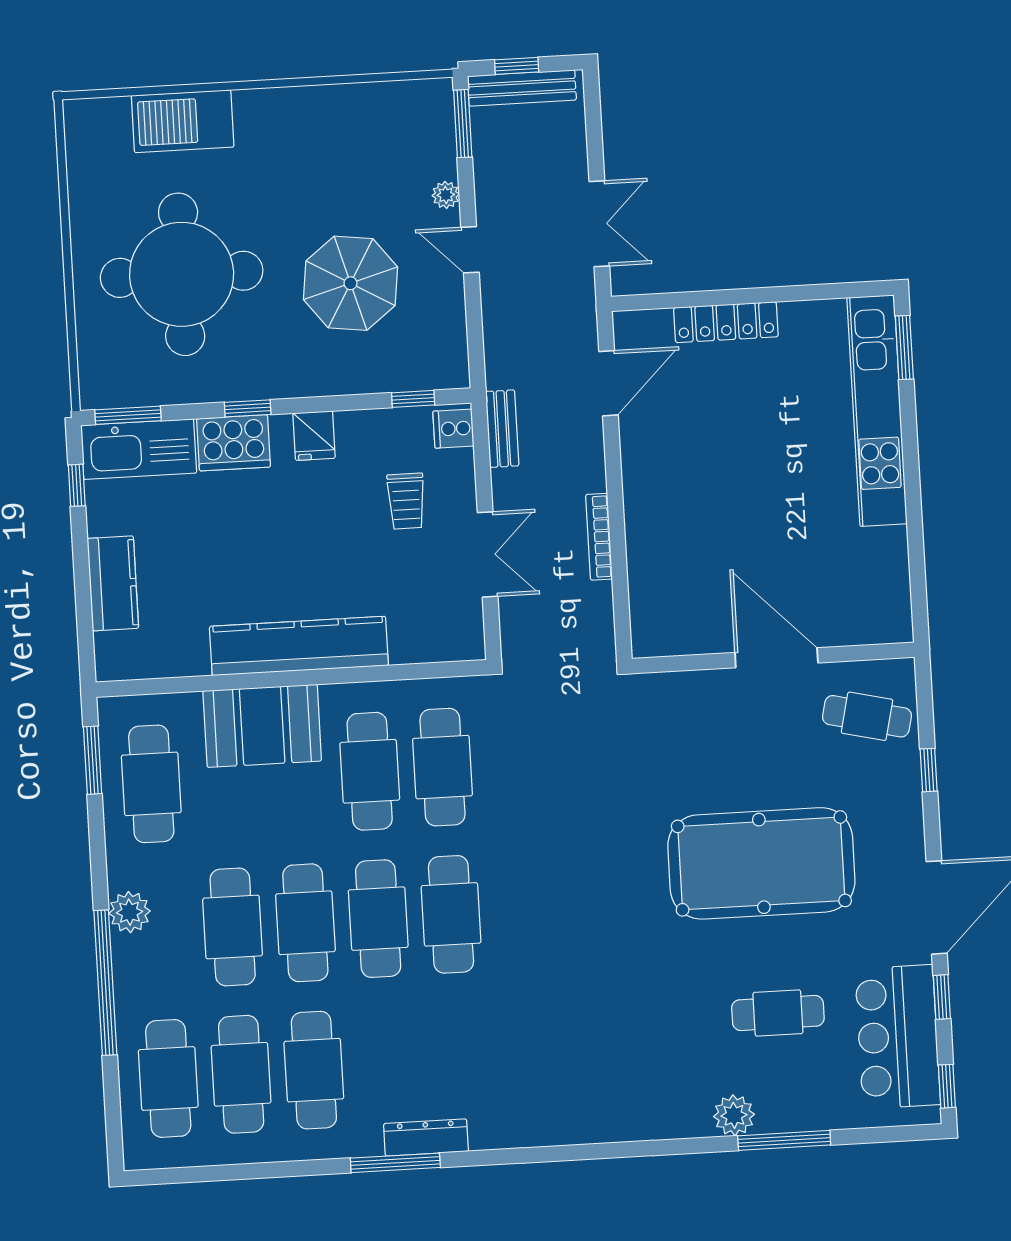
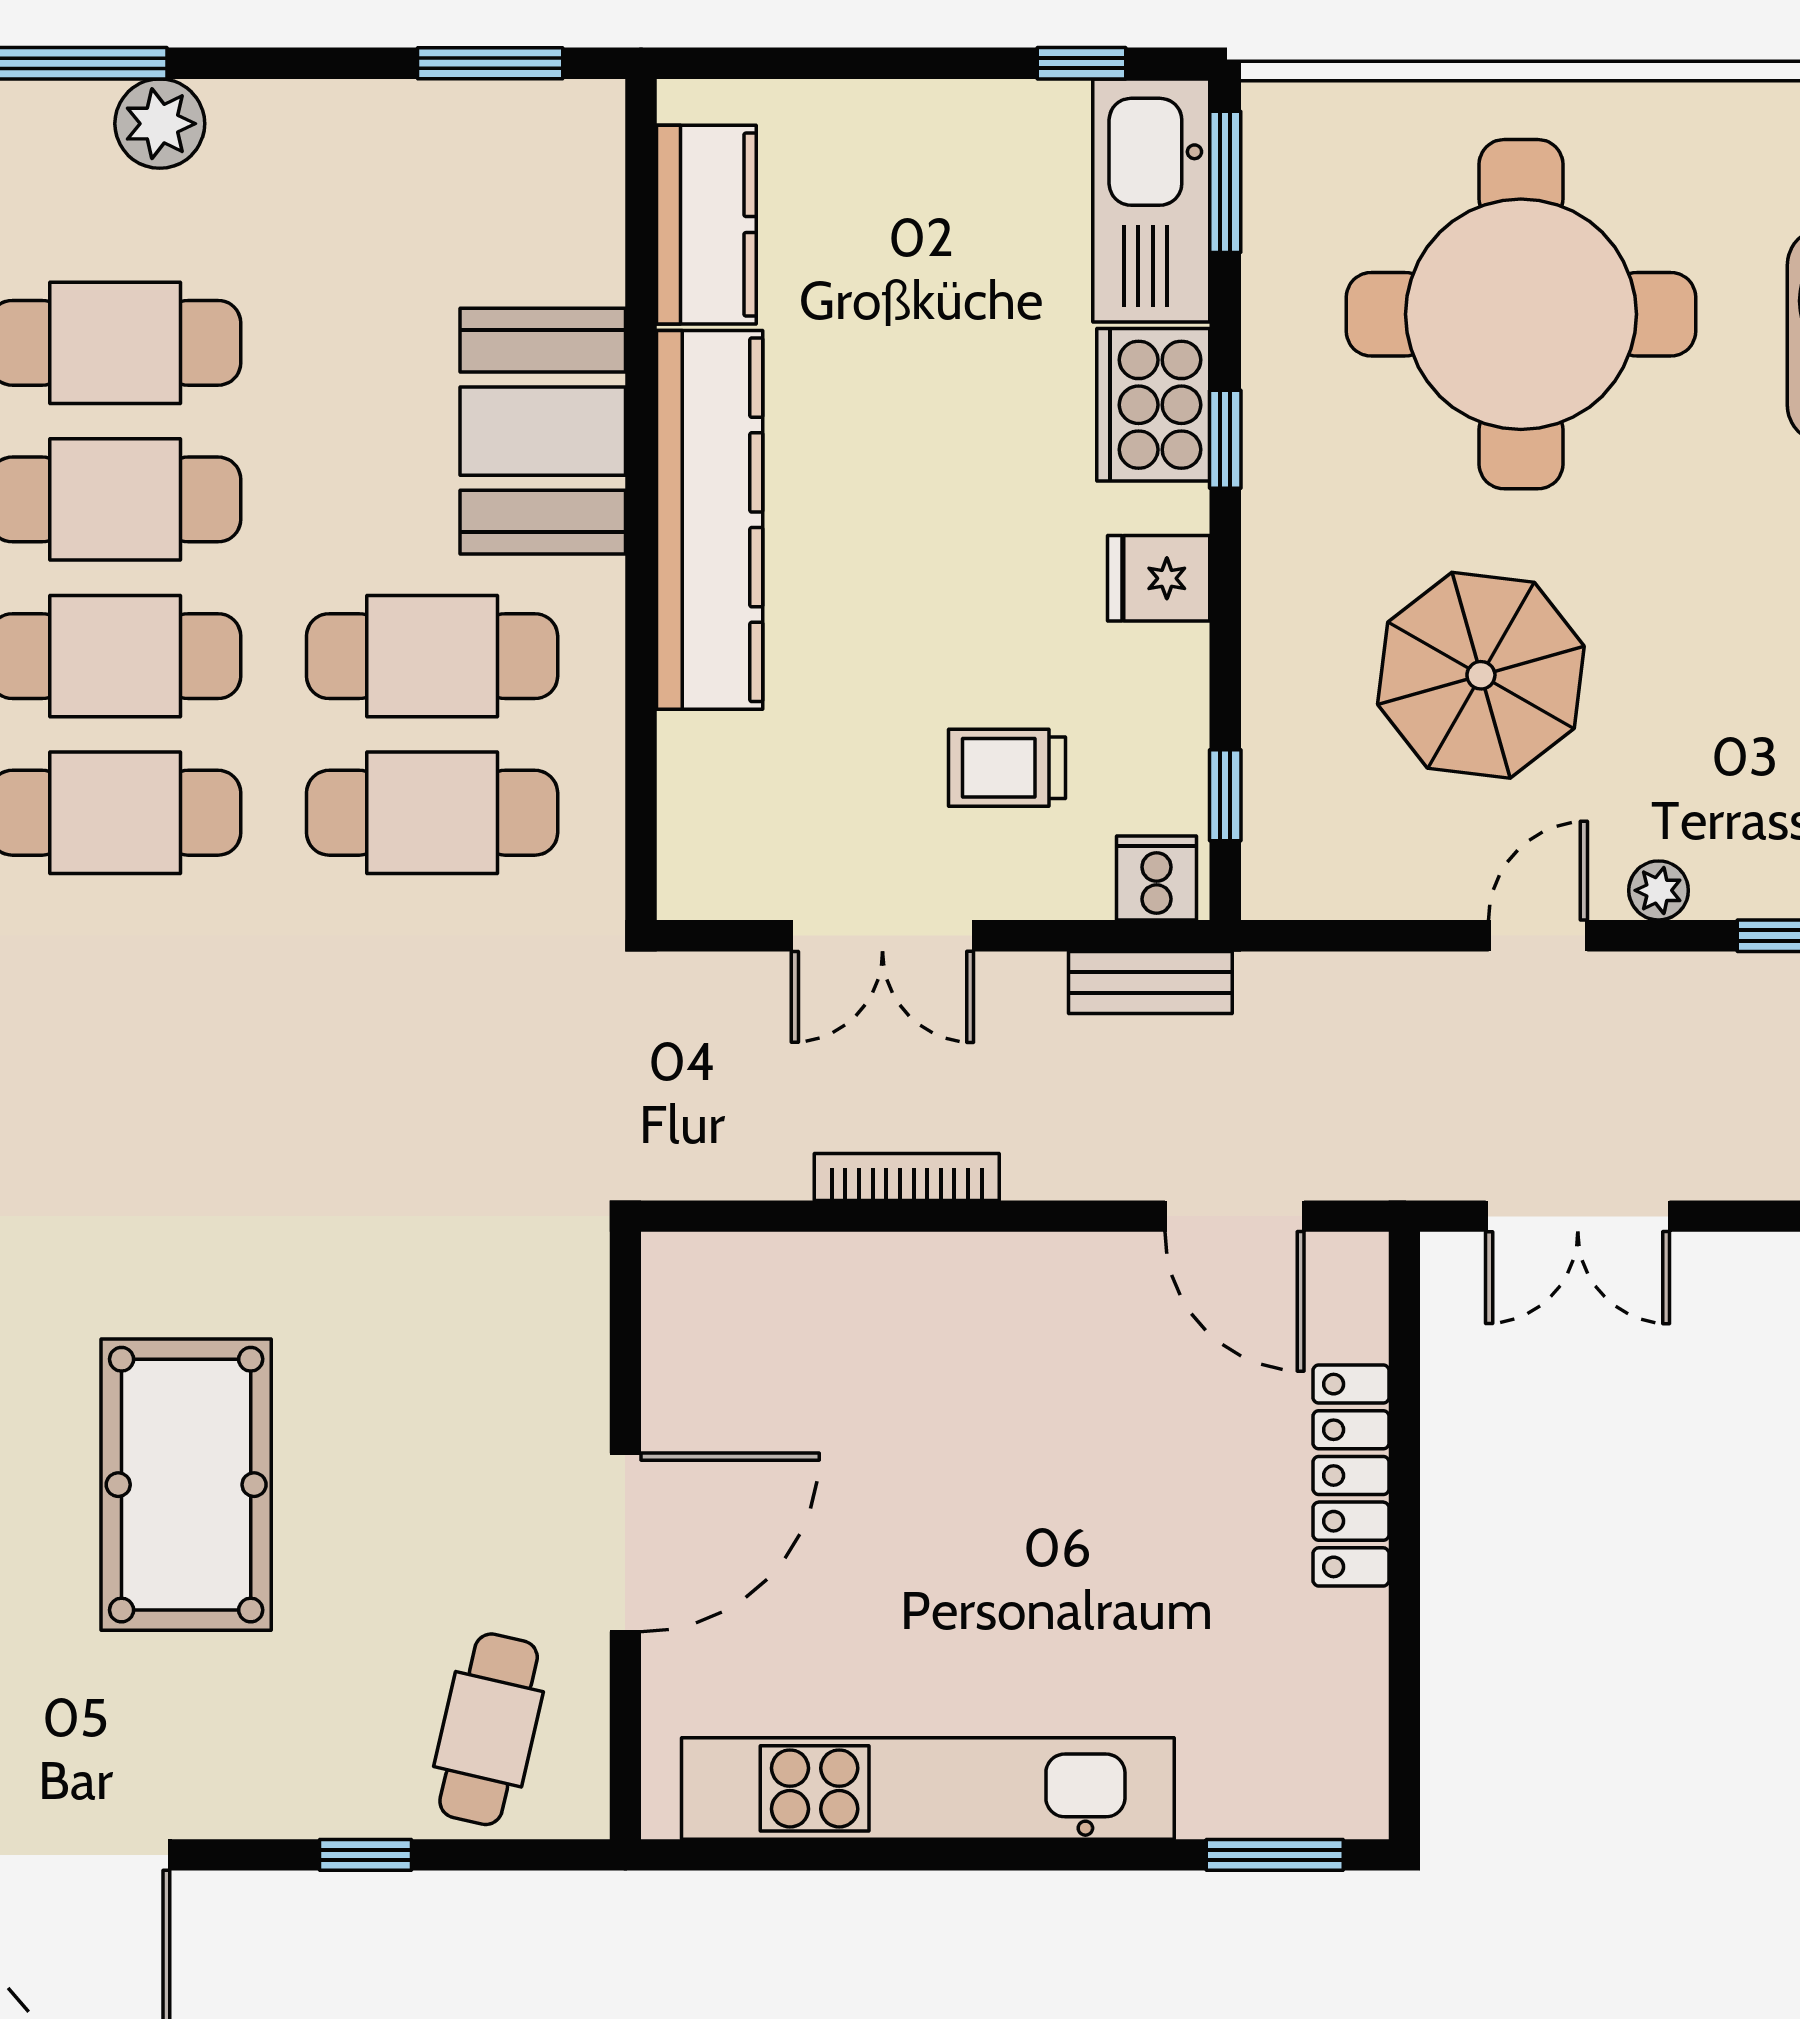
kitchen unit: (877, 411) -> (928, 1788), moved
kitchen counter: (113, 583) -> (706, 225), moved, turned -90
cafe table: (151, 784) -> (432, 186), removed
pool table: (761, 863) -> (186, 1485), width x0.73, depth x0.76

